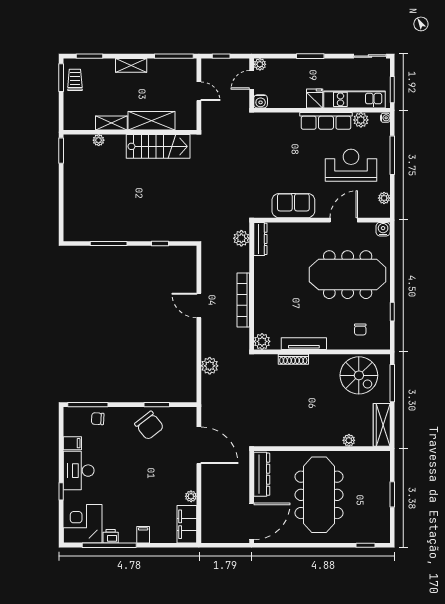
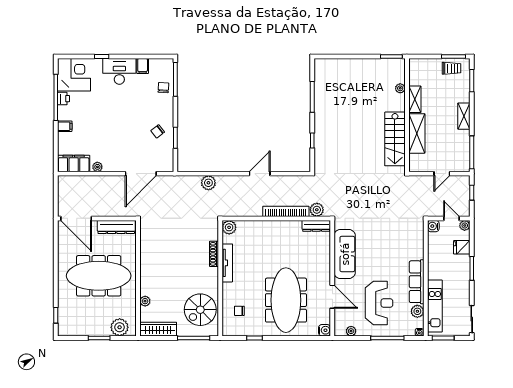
fridge: (315, 98) -> (462, 247), moved, turned 180
sofa: (293, 206) -> (345, 254), width x1.36
bookcase: (243, 300) -> (286, 211), moved
chair: (149, 425) -> (158, 131), width x0.54, depth x0.54
plant: (380, 470) -> (120, 327), added

